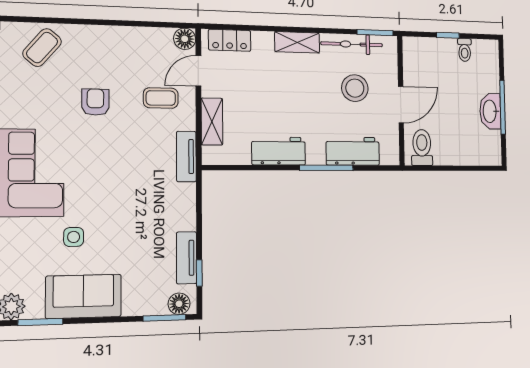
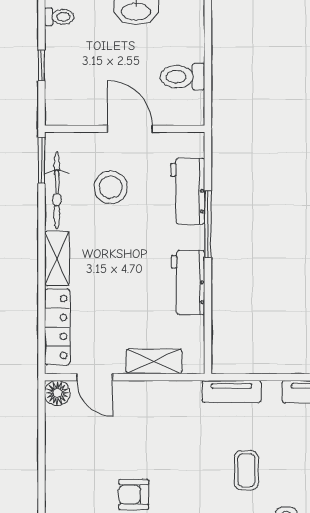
locker: (230, 40) -> (57, 327), width x1.53
toilet: (465, 50) -> (59, 17), moved
coffee table: (161, 98) -> (246, 470), moved
toilet: (422, 148) -> (182, 77), moved
tv unit: (186, 156) -> (231, 391), moved

